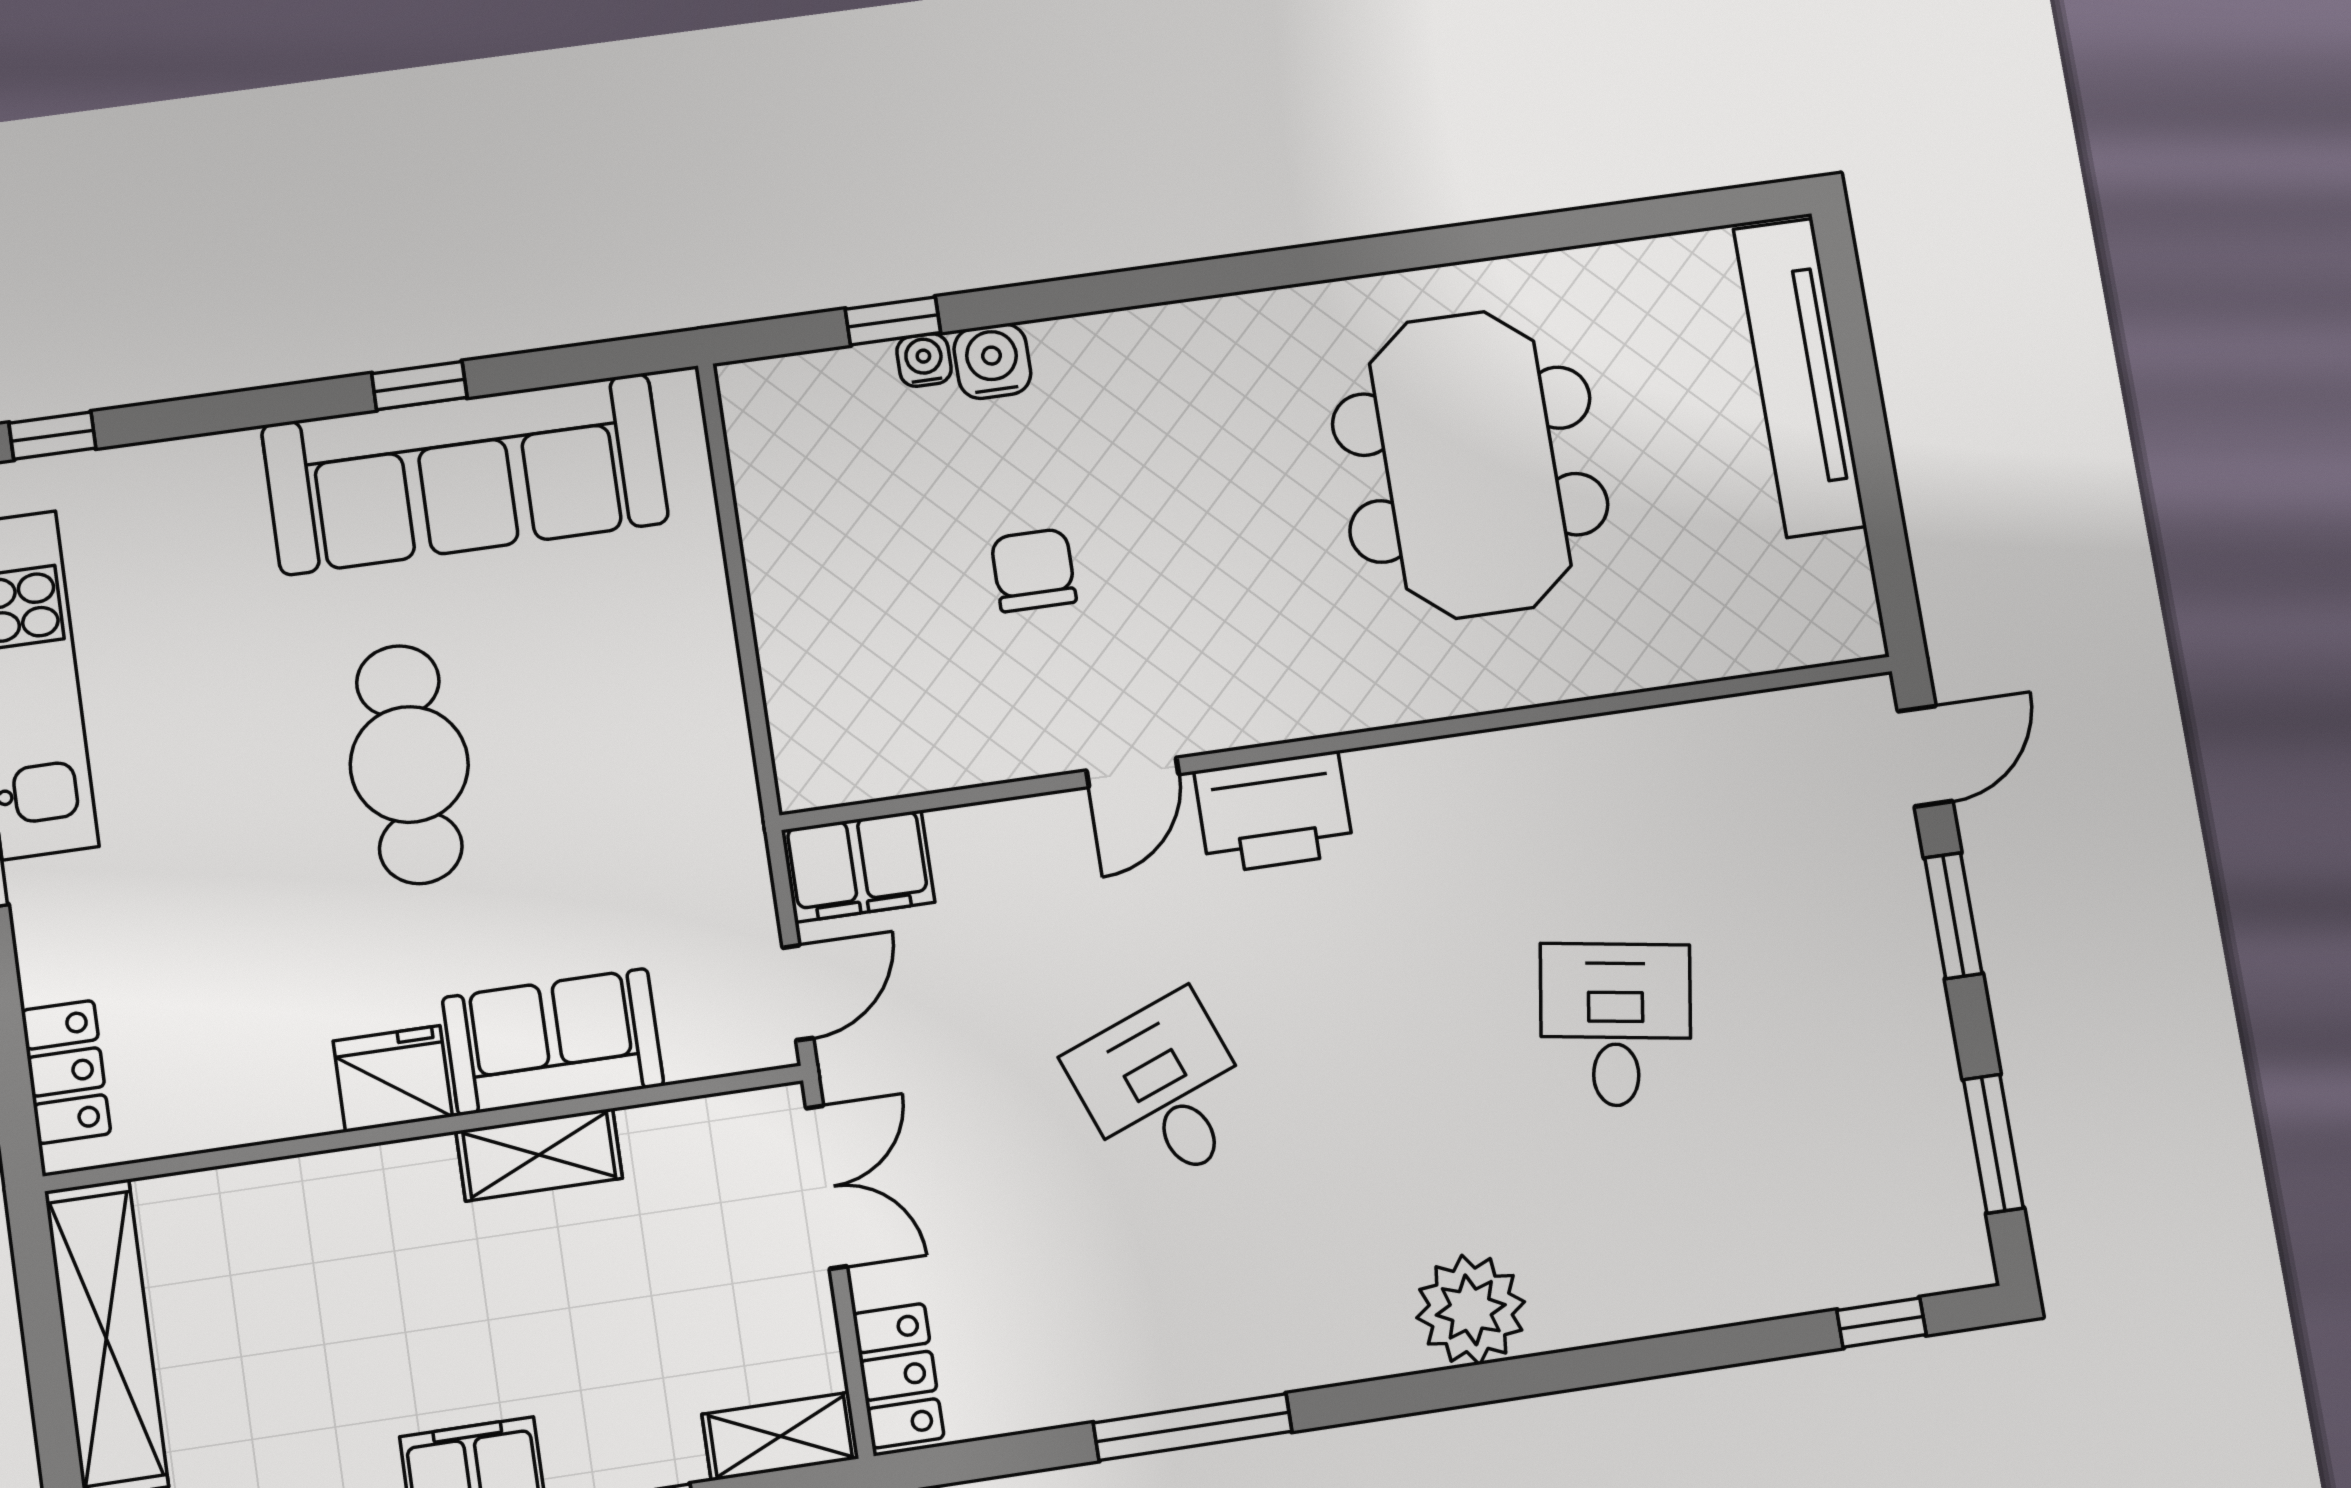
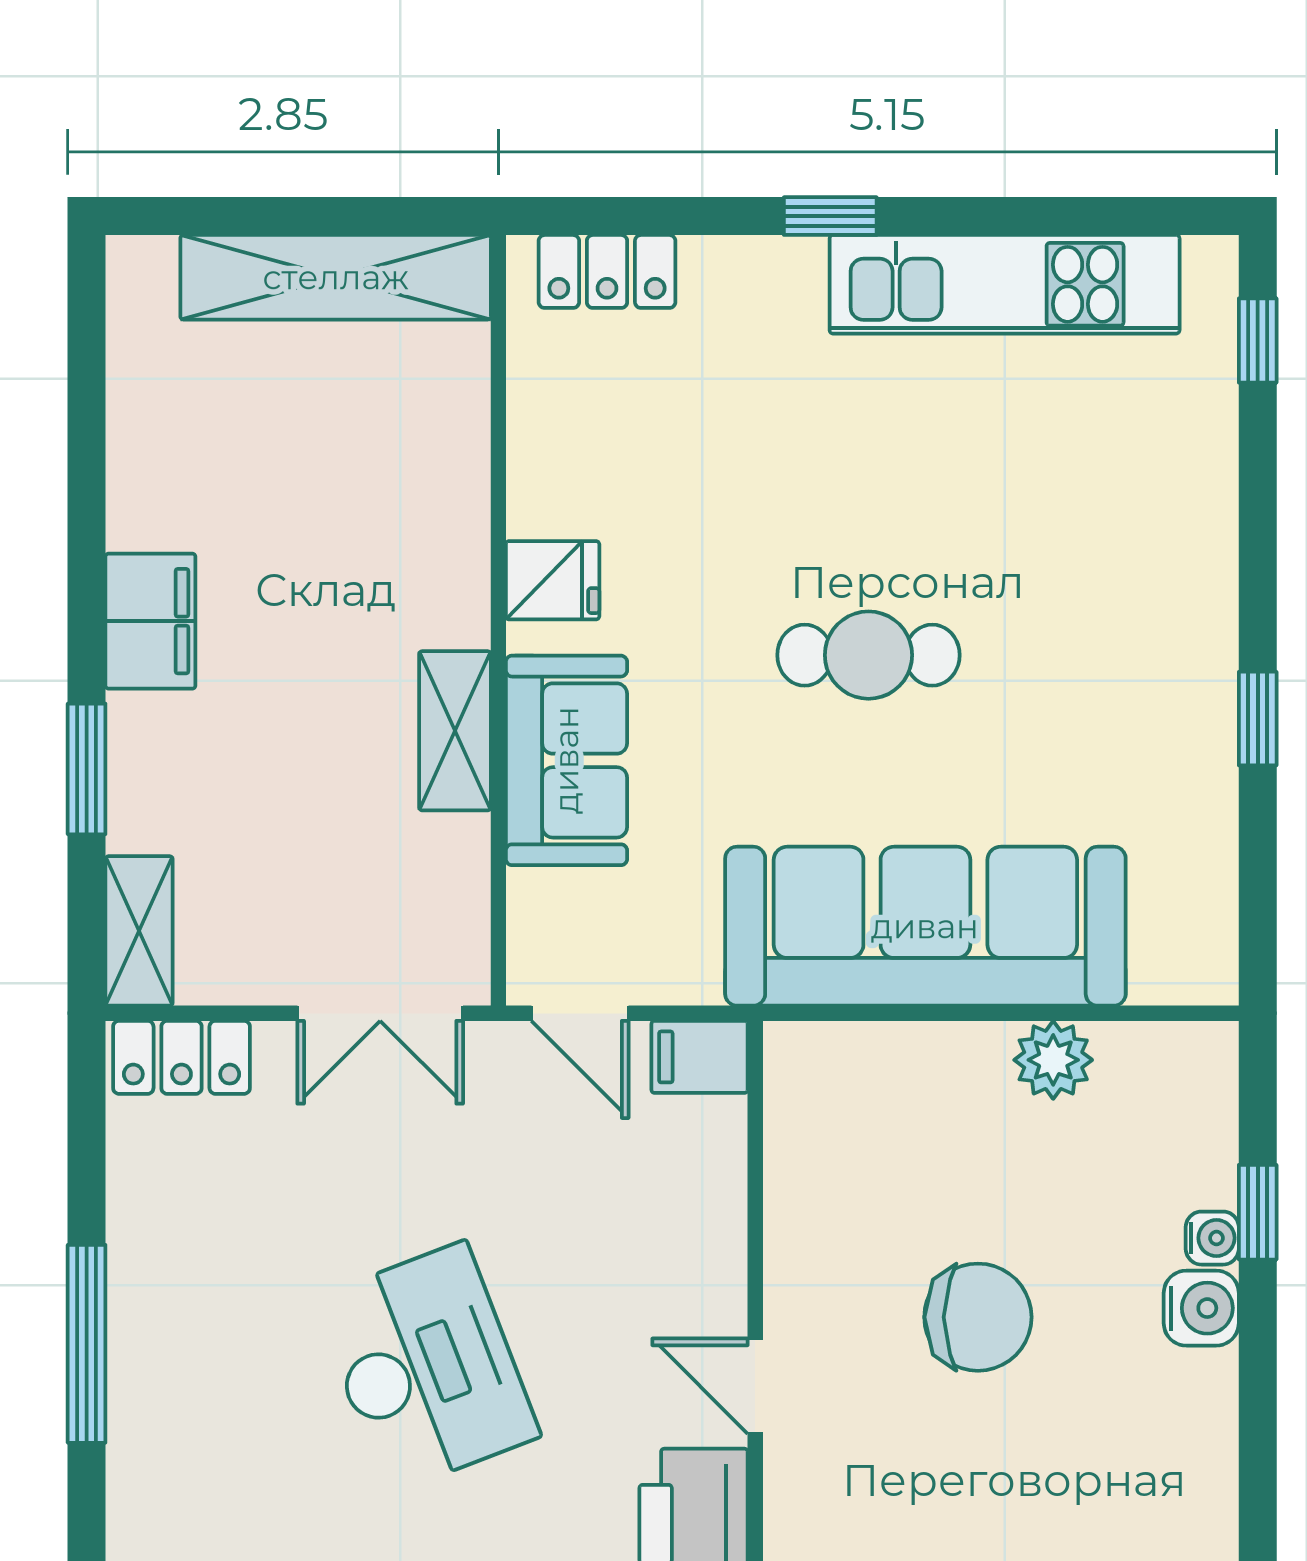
sofa: (465, 474) -> (925, 926), moved, turned 90
plant: (776, 533) -> (1053, 1060), added
chair: (1033, 570) -> (978, 1317), width x1.37, depth x1.37
cafe table: (409, 764) -> (868, 655), width x0.73, depth x0.74
filing cabinet: (858, 866) -> (700, 1057), width x0.50
fridge: (393, 1079) -> (553, 580), width x0.72
desk: (1164, 1091) -> (427, 1368), width x1.37

